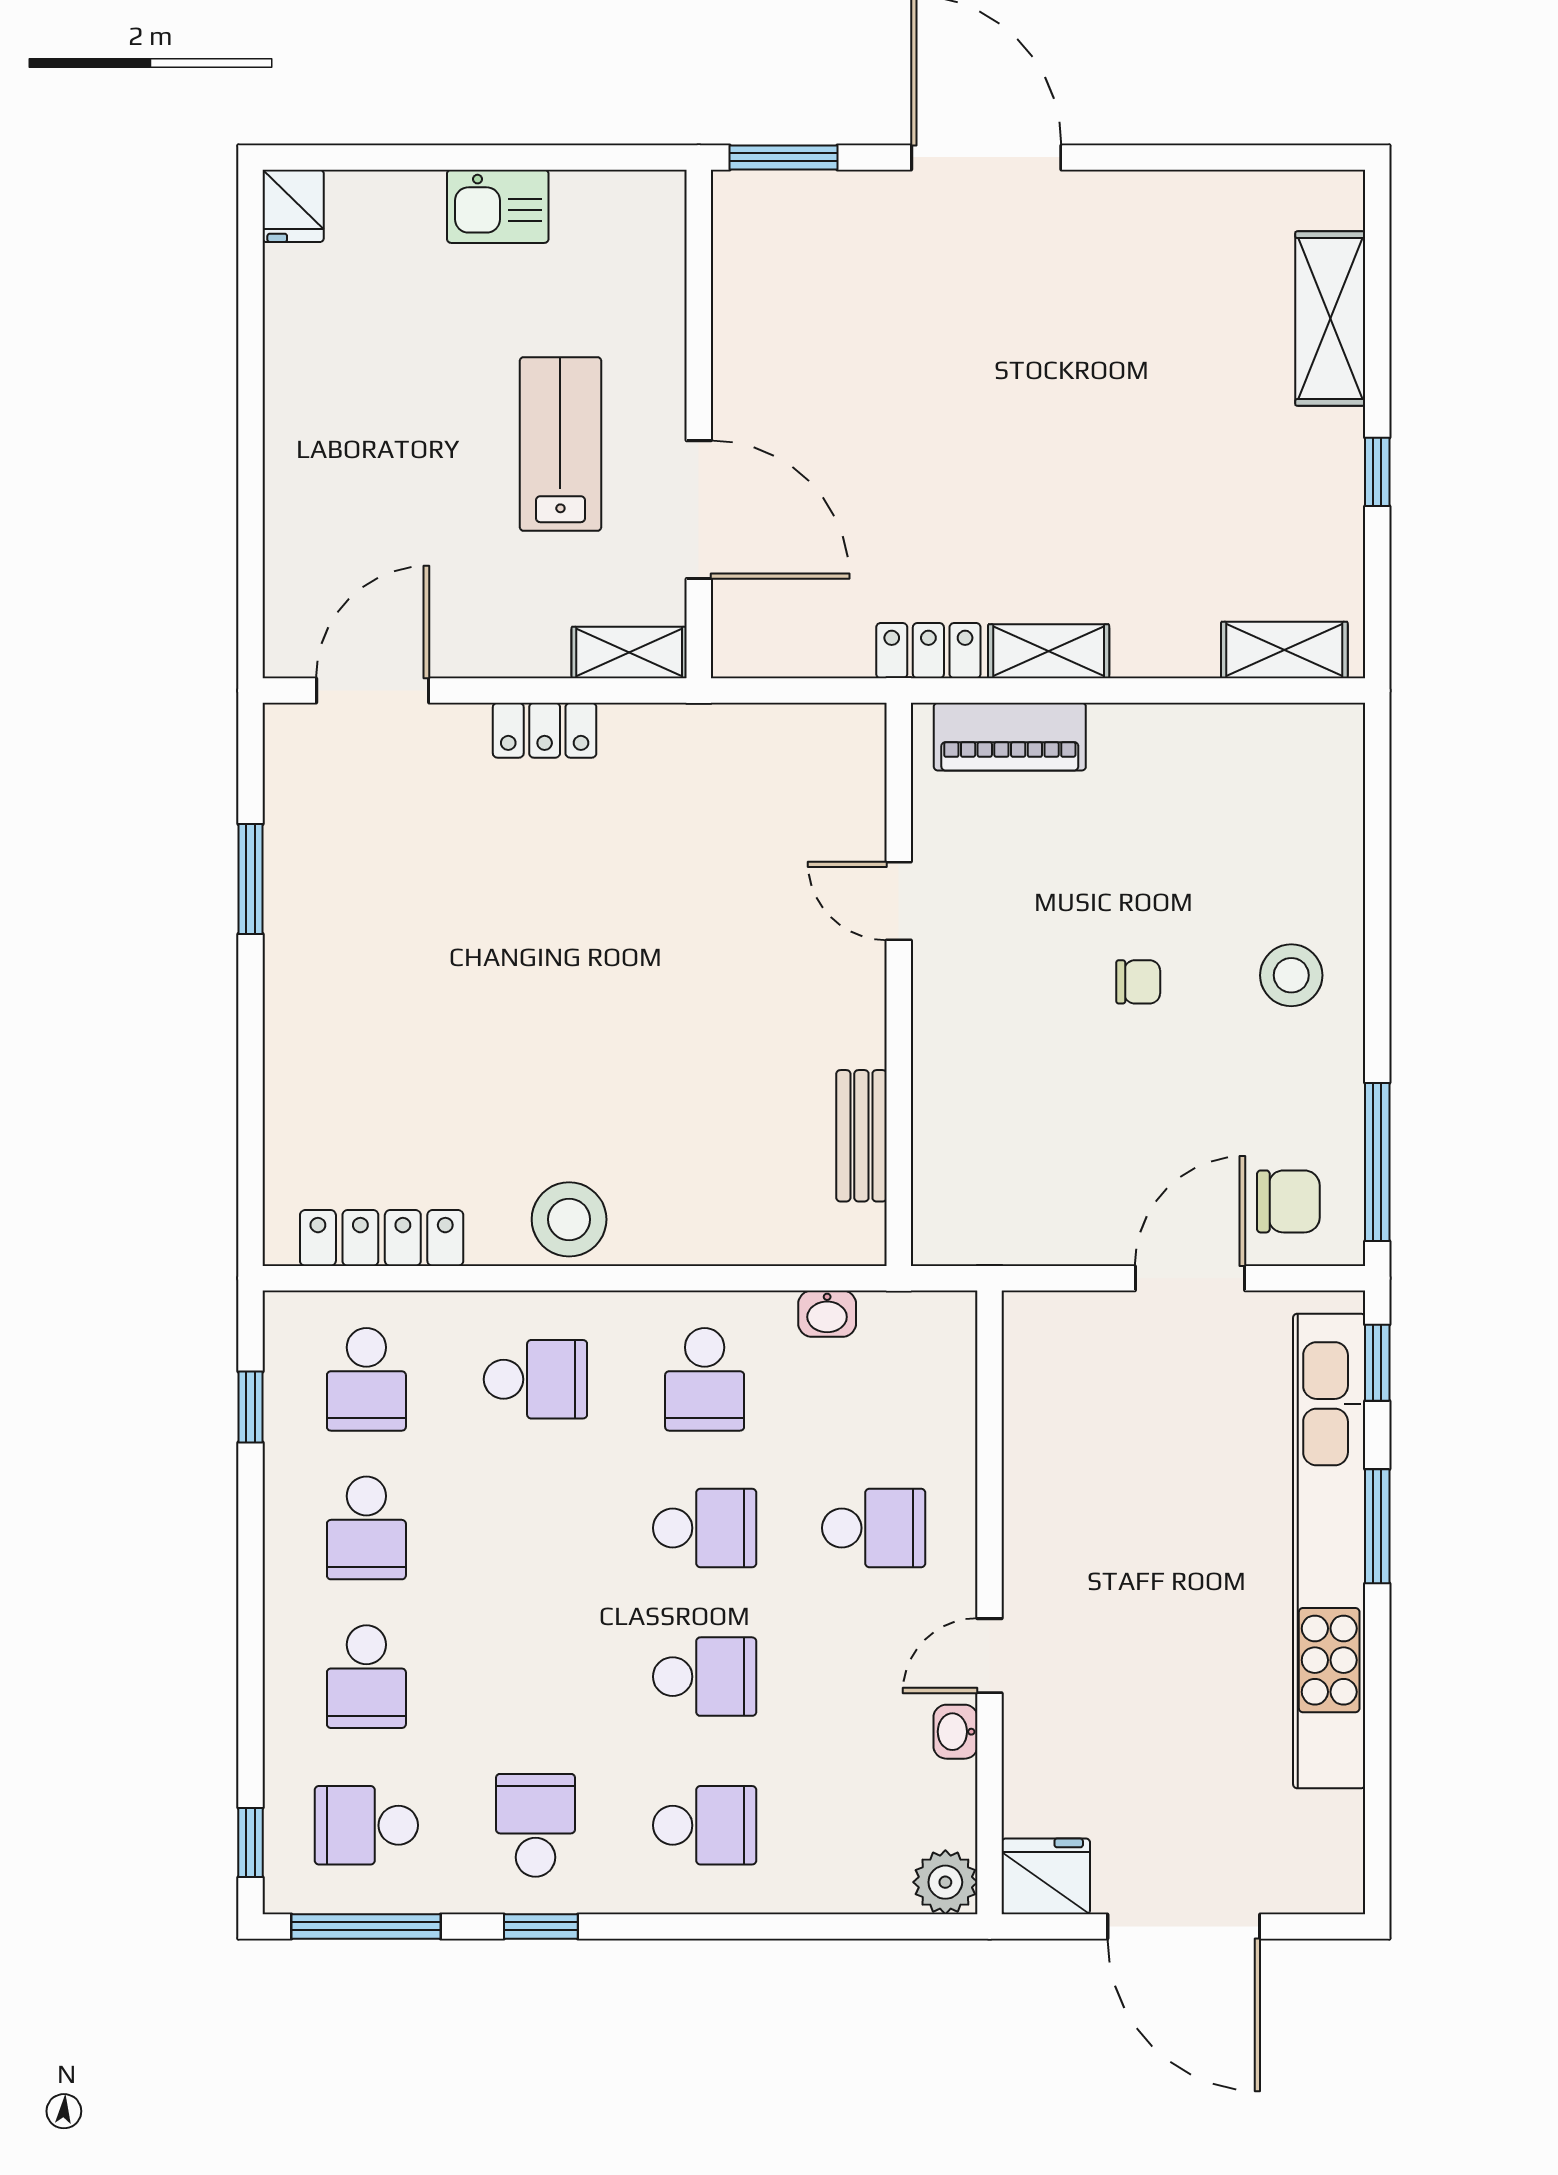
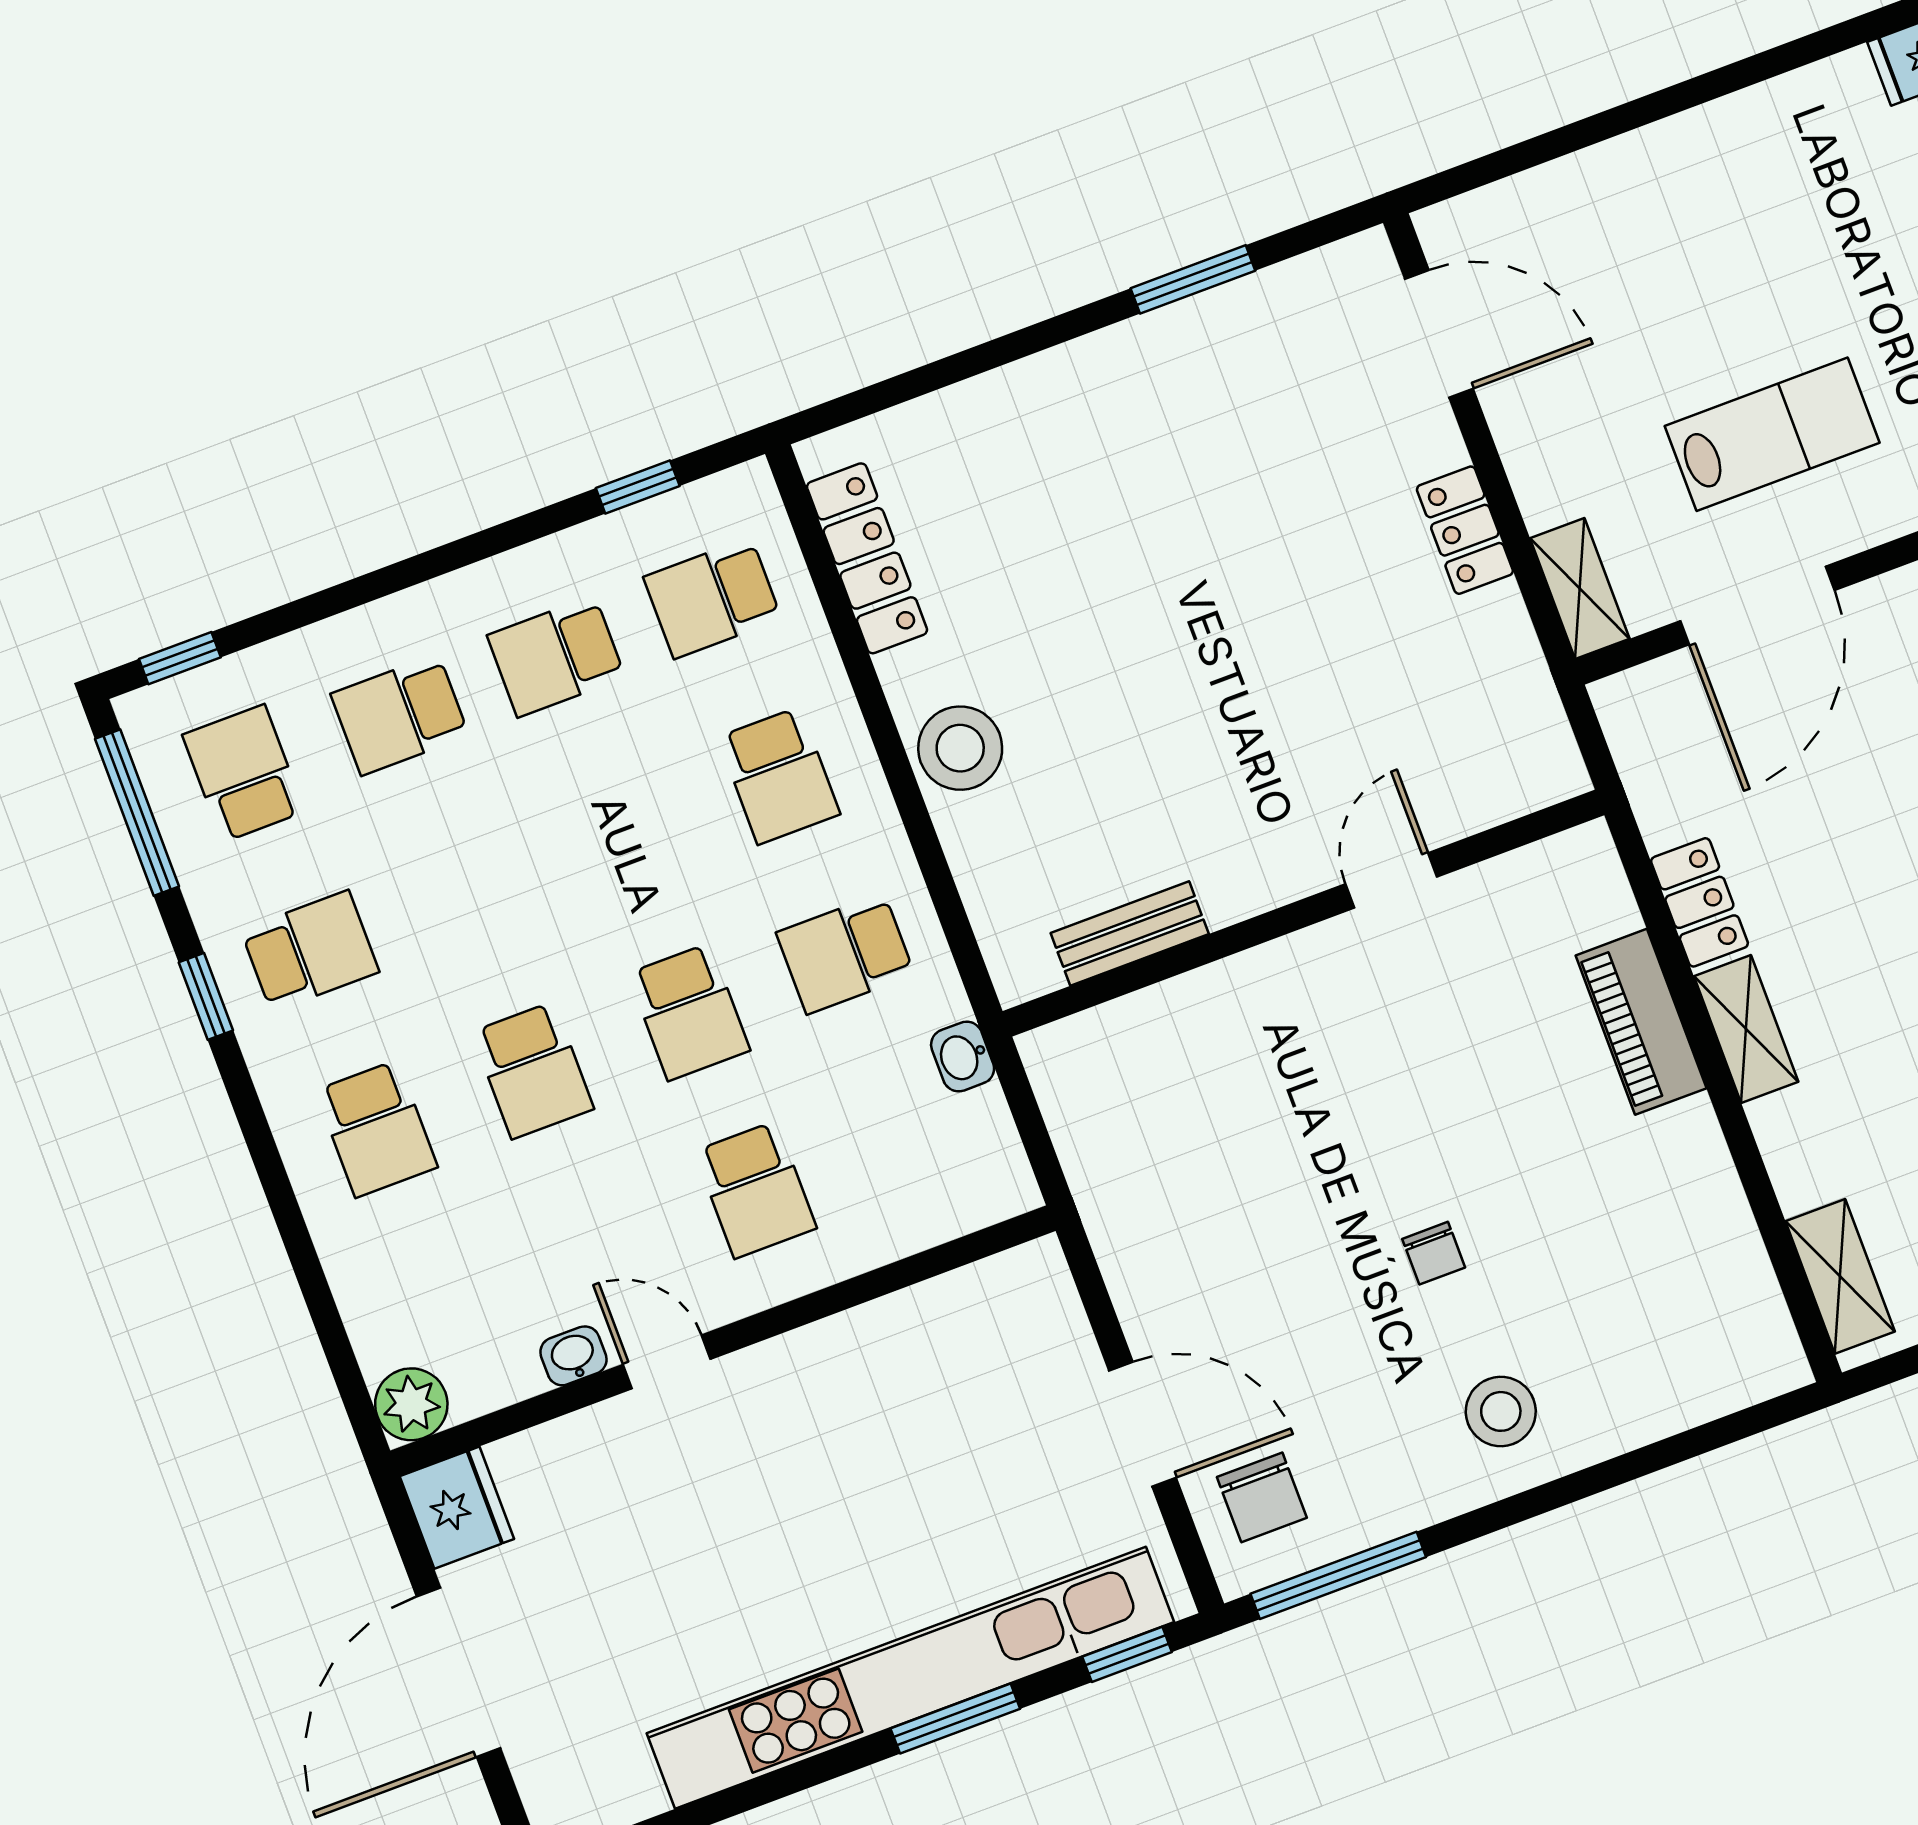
door: (899, 901) -> (1391, 880), moved
wall: (899, 984) -> (1304, 913), moved
bench: (861, 1136) -> (1130, 934), moved

